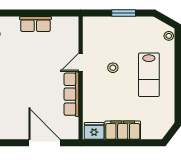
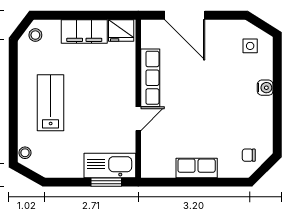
window: (124, 13) -> (106, 182), moved
kitchen sink: (103, 26) -> (110, 165), added
stool: (113, 68) -> (35, 35), moved

